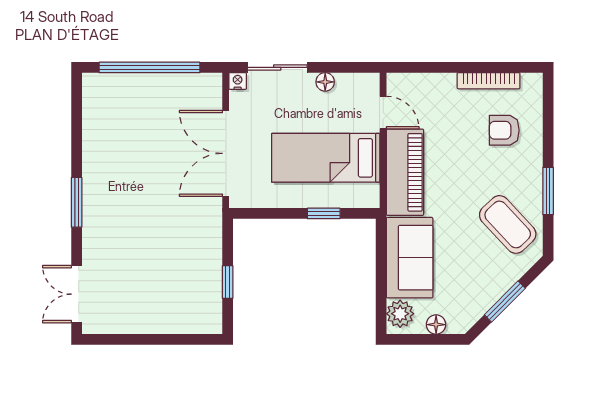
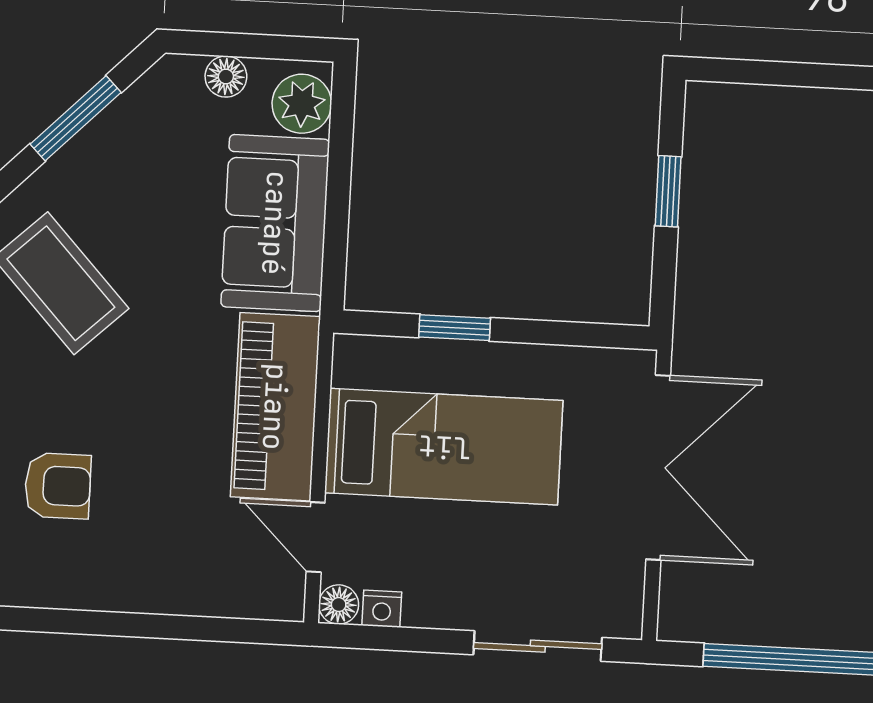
nightstand: (238, 81) -> (382, 609), moved
bookcase: (489, 81) -> (86, 594), removed
floor lamp: (325, 82) -> (339, 605), moved

